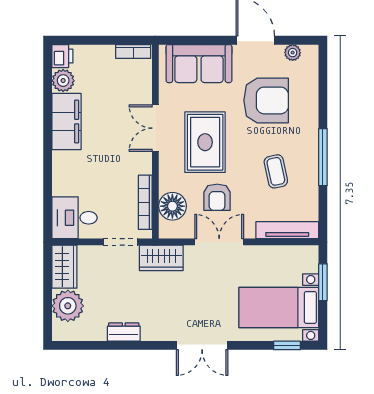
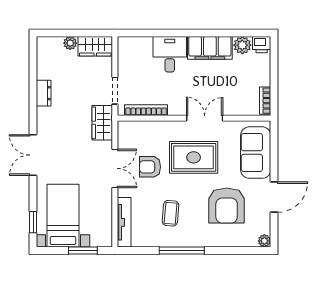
plant: (293, 53) -> (264, 241), moved
coffee table: (276, 171) -> (171, 213), turned -73
floor lamp: (172, 206) -> (143, 132), removed
desk: (75, 218) -> (170, 54), moved
plant: (68, 306) -> (70, 43), width x0.53, depth x0.53

